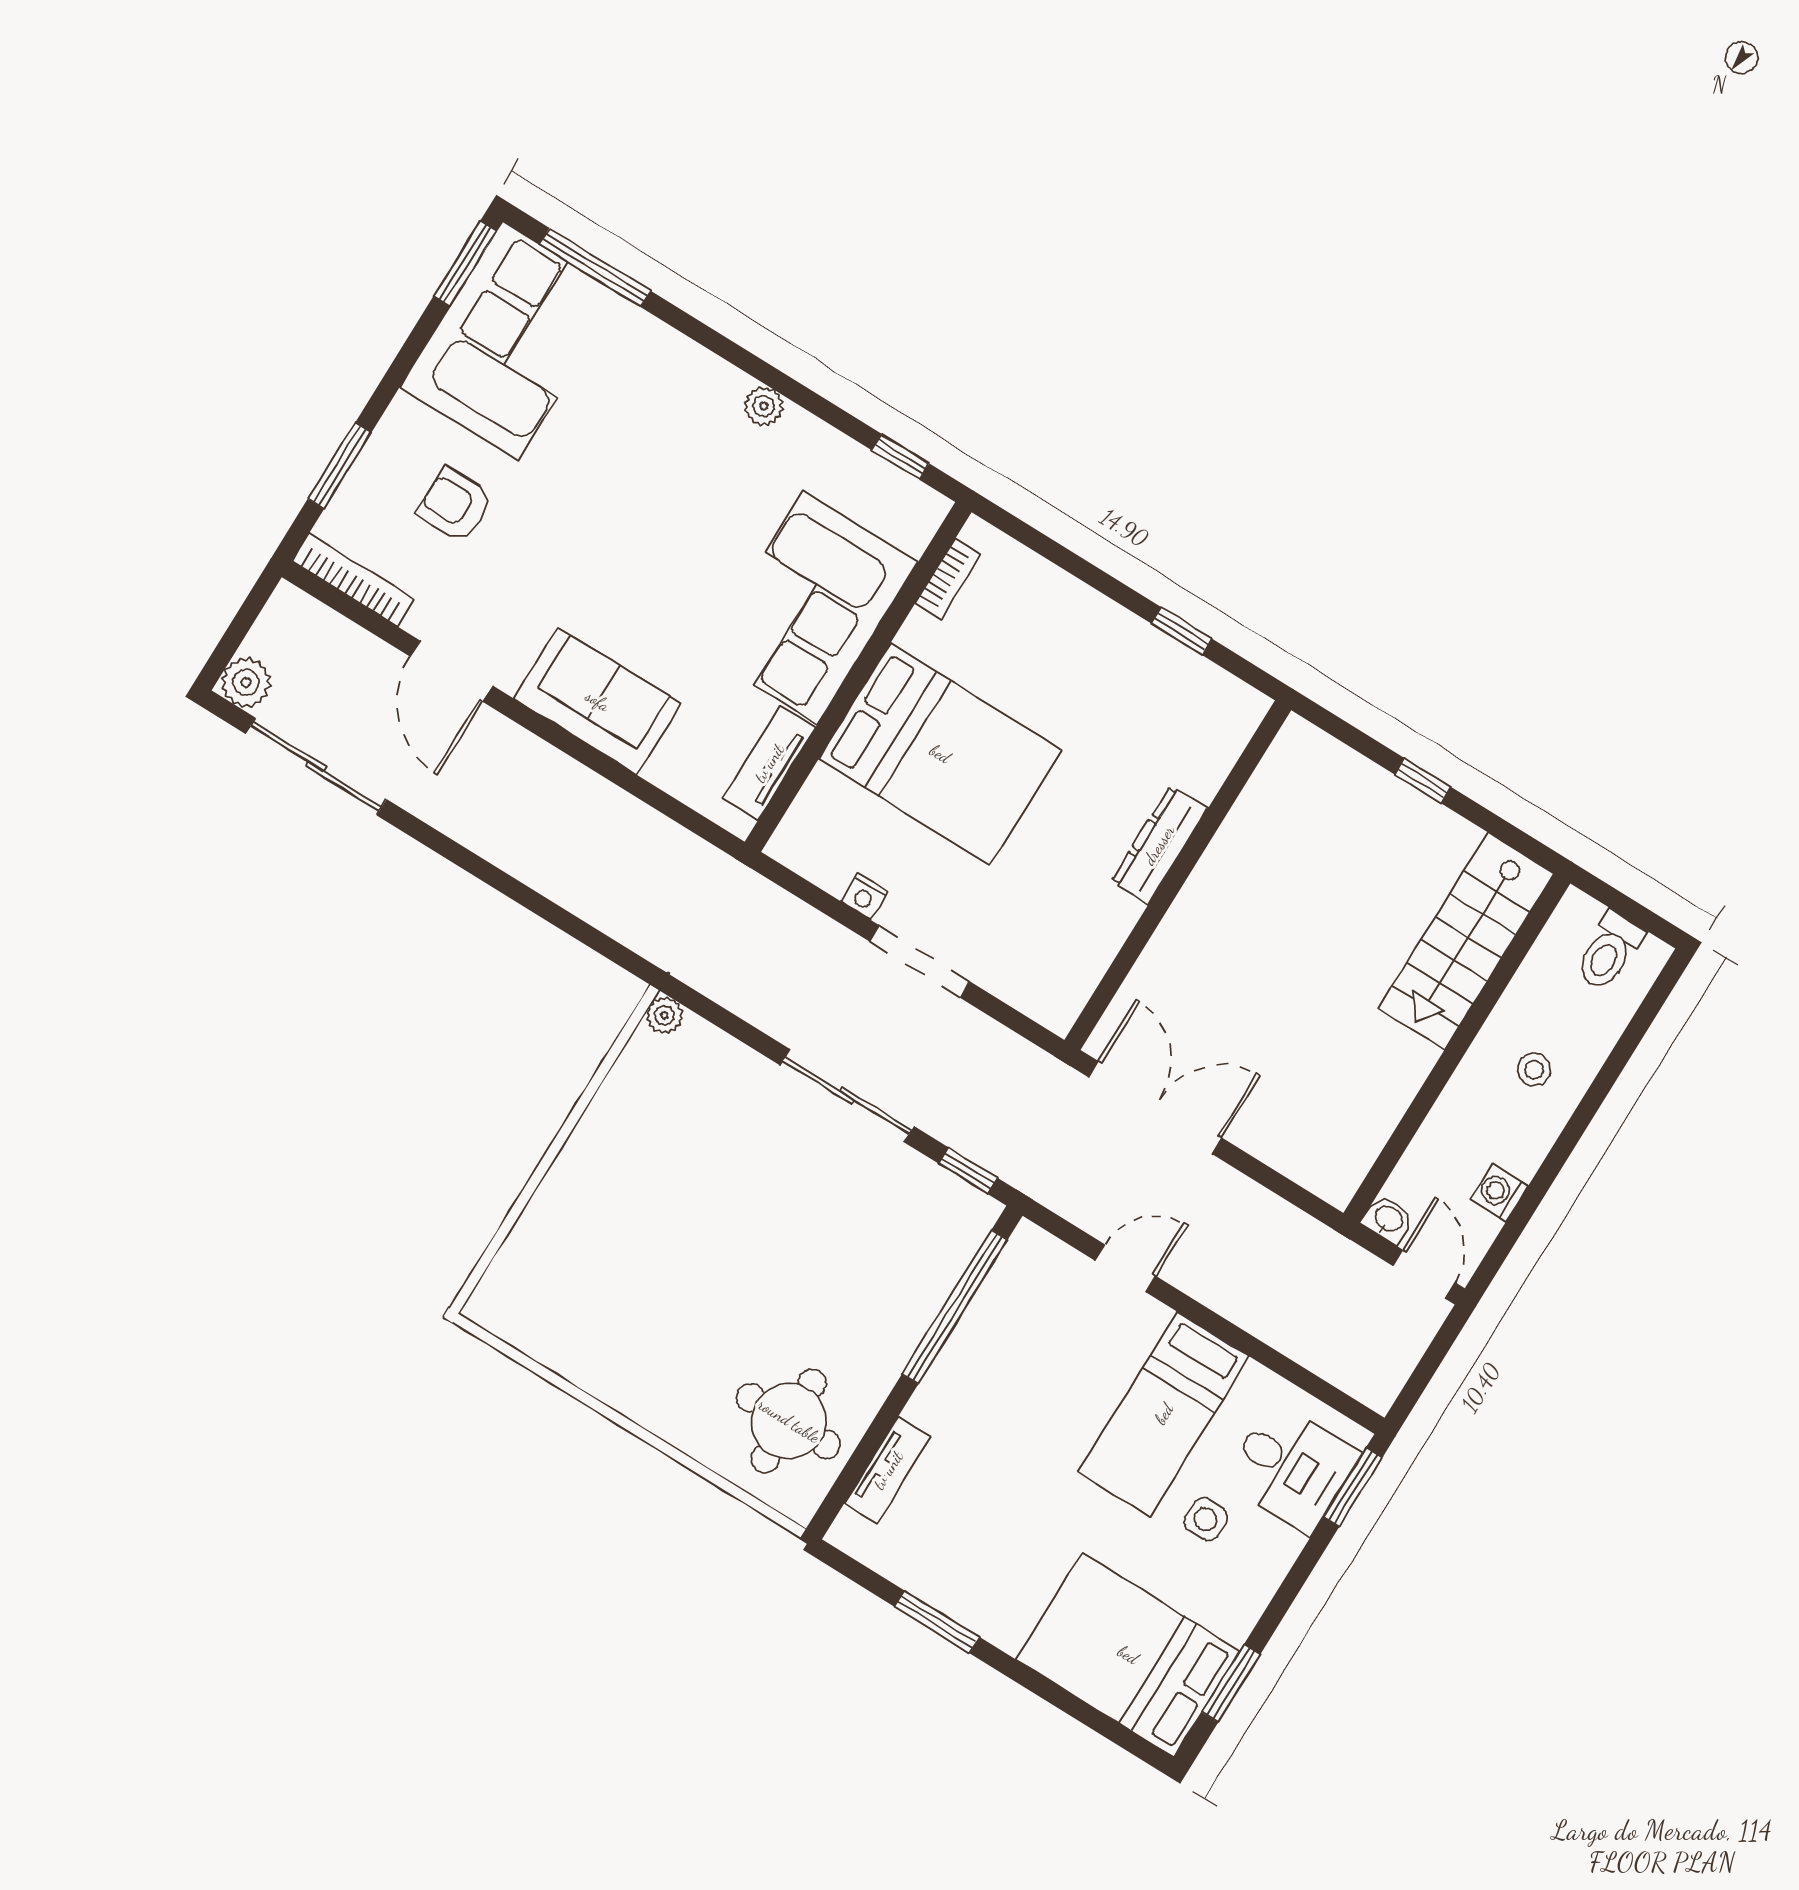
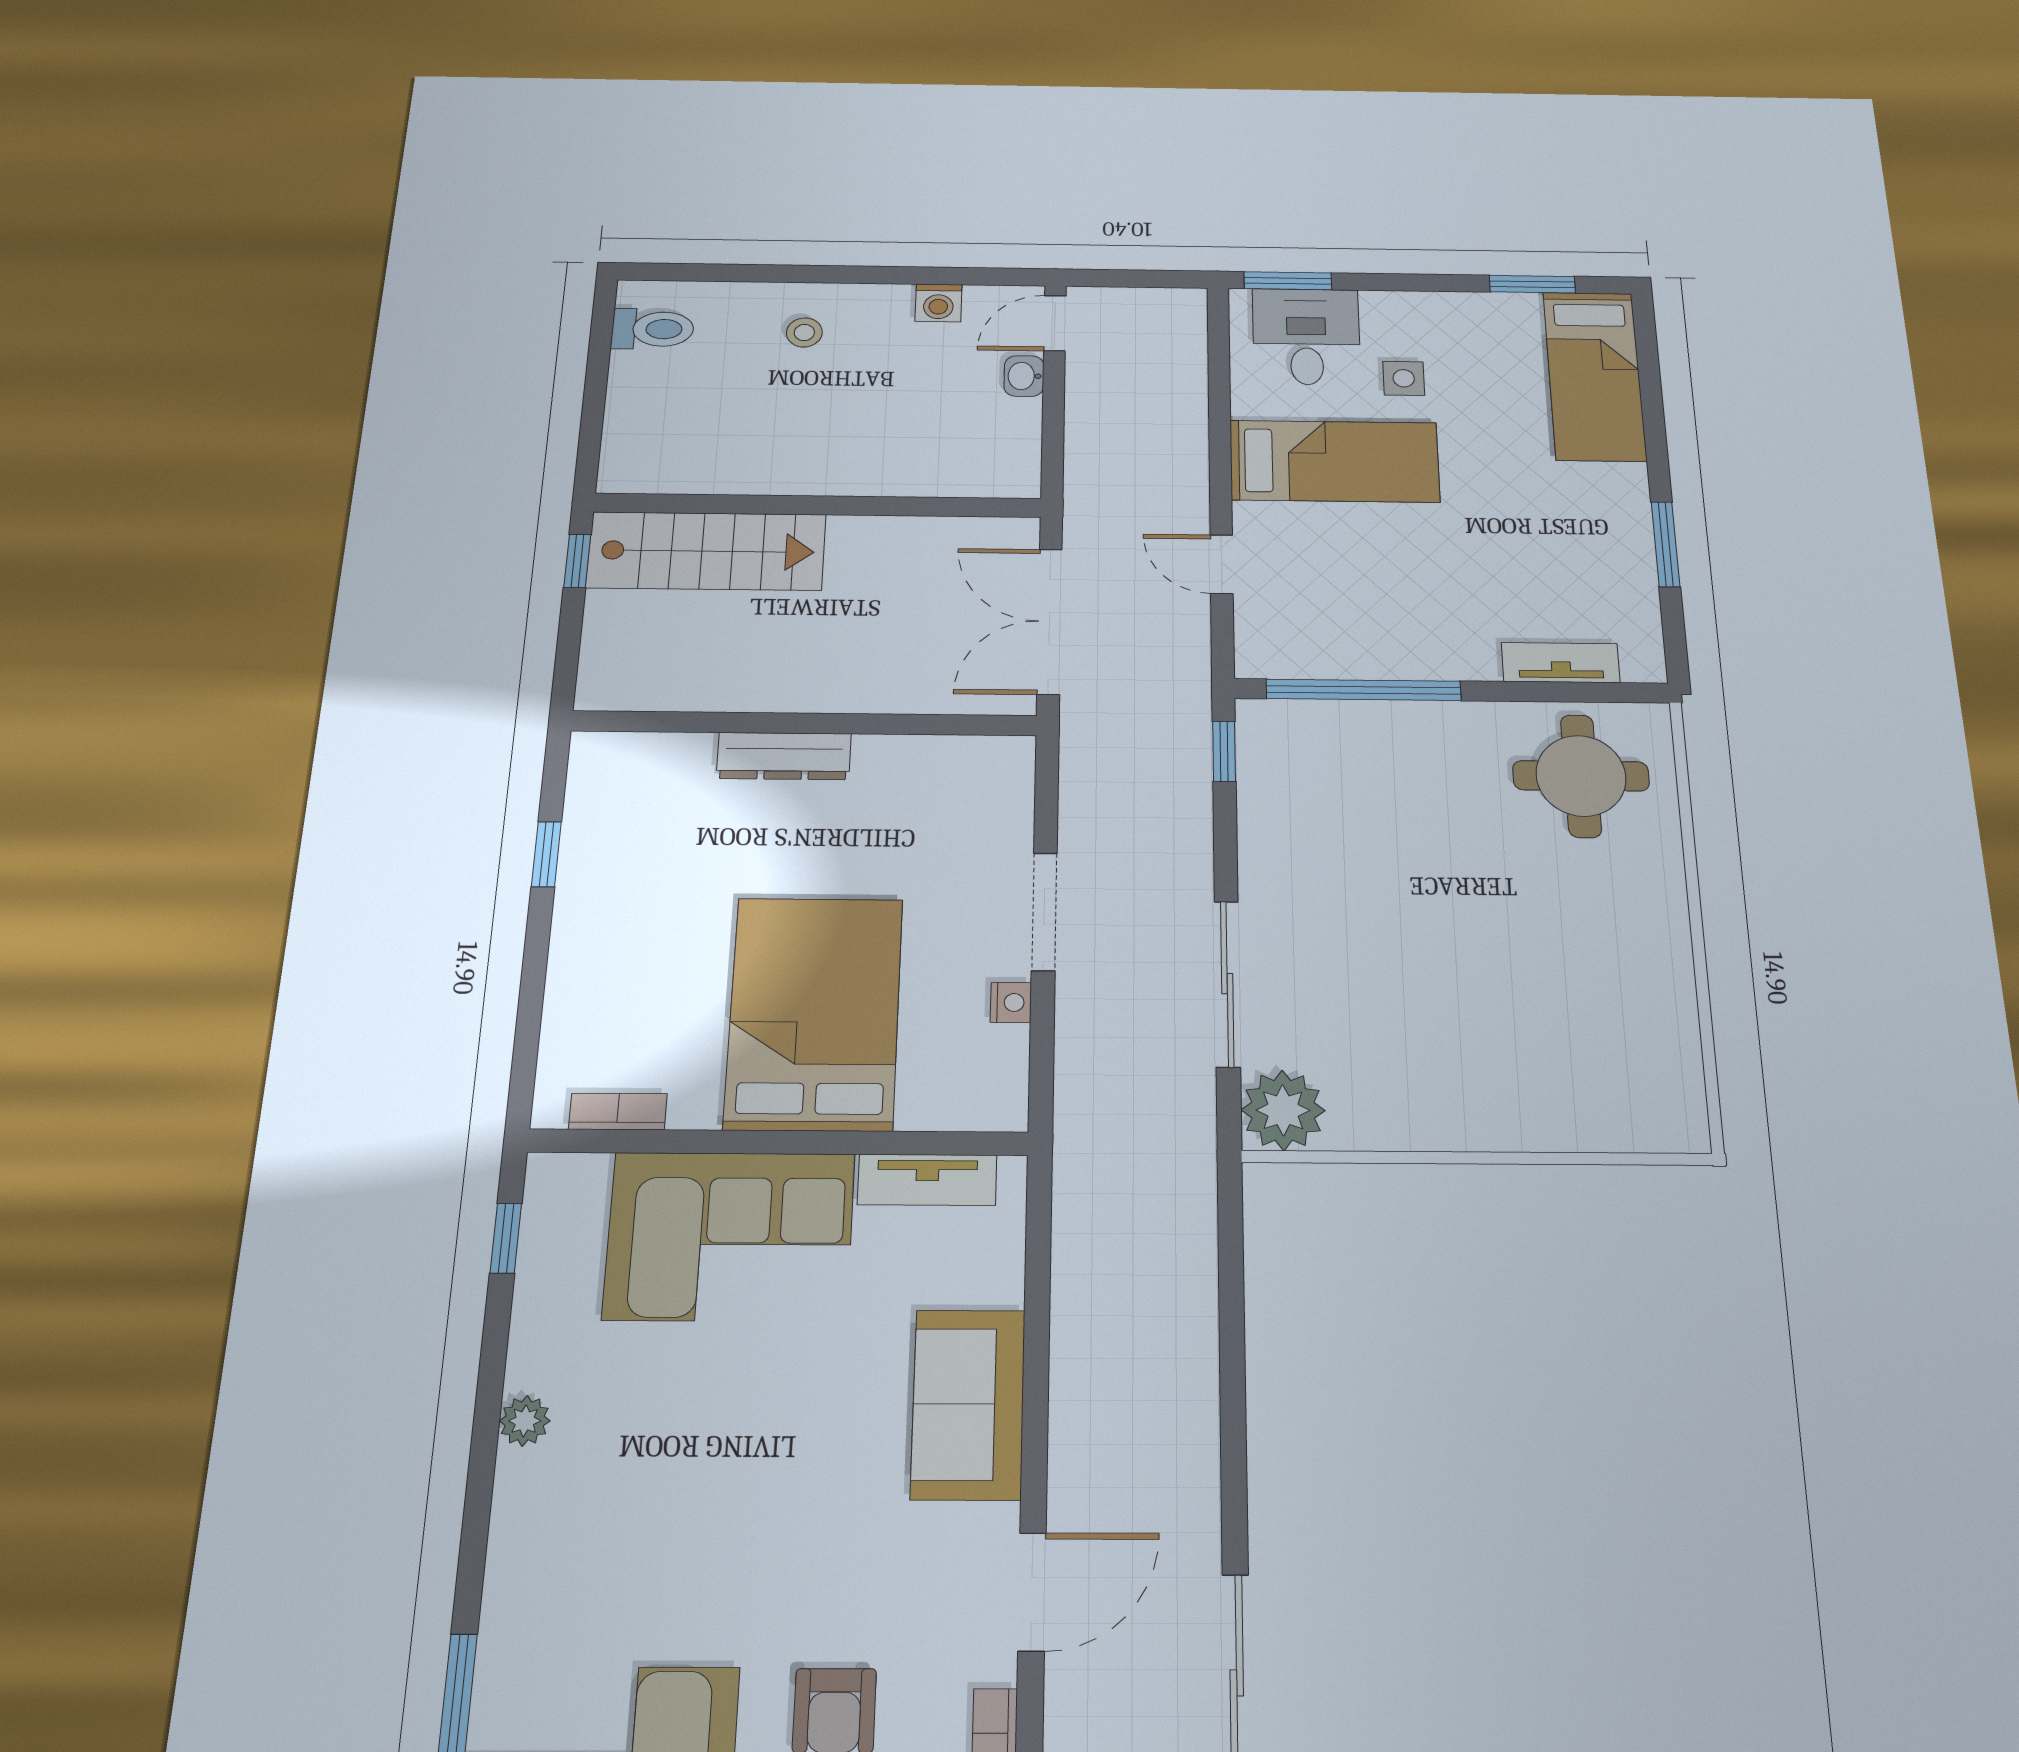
stairs: (1466, 941) -> (707, 551), moved
plant: (664, 1015) -> (1283, 1110), width x1.88, depth x1.88
wall: (1457, 1048) -> (818, 505), moved
sliding door: (847, 1096) -> (1227, 984), moved
bed: (1128, 1655) -> (1594, 376), width x0.67

